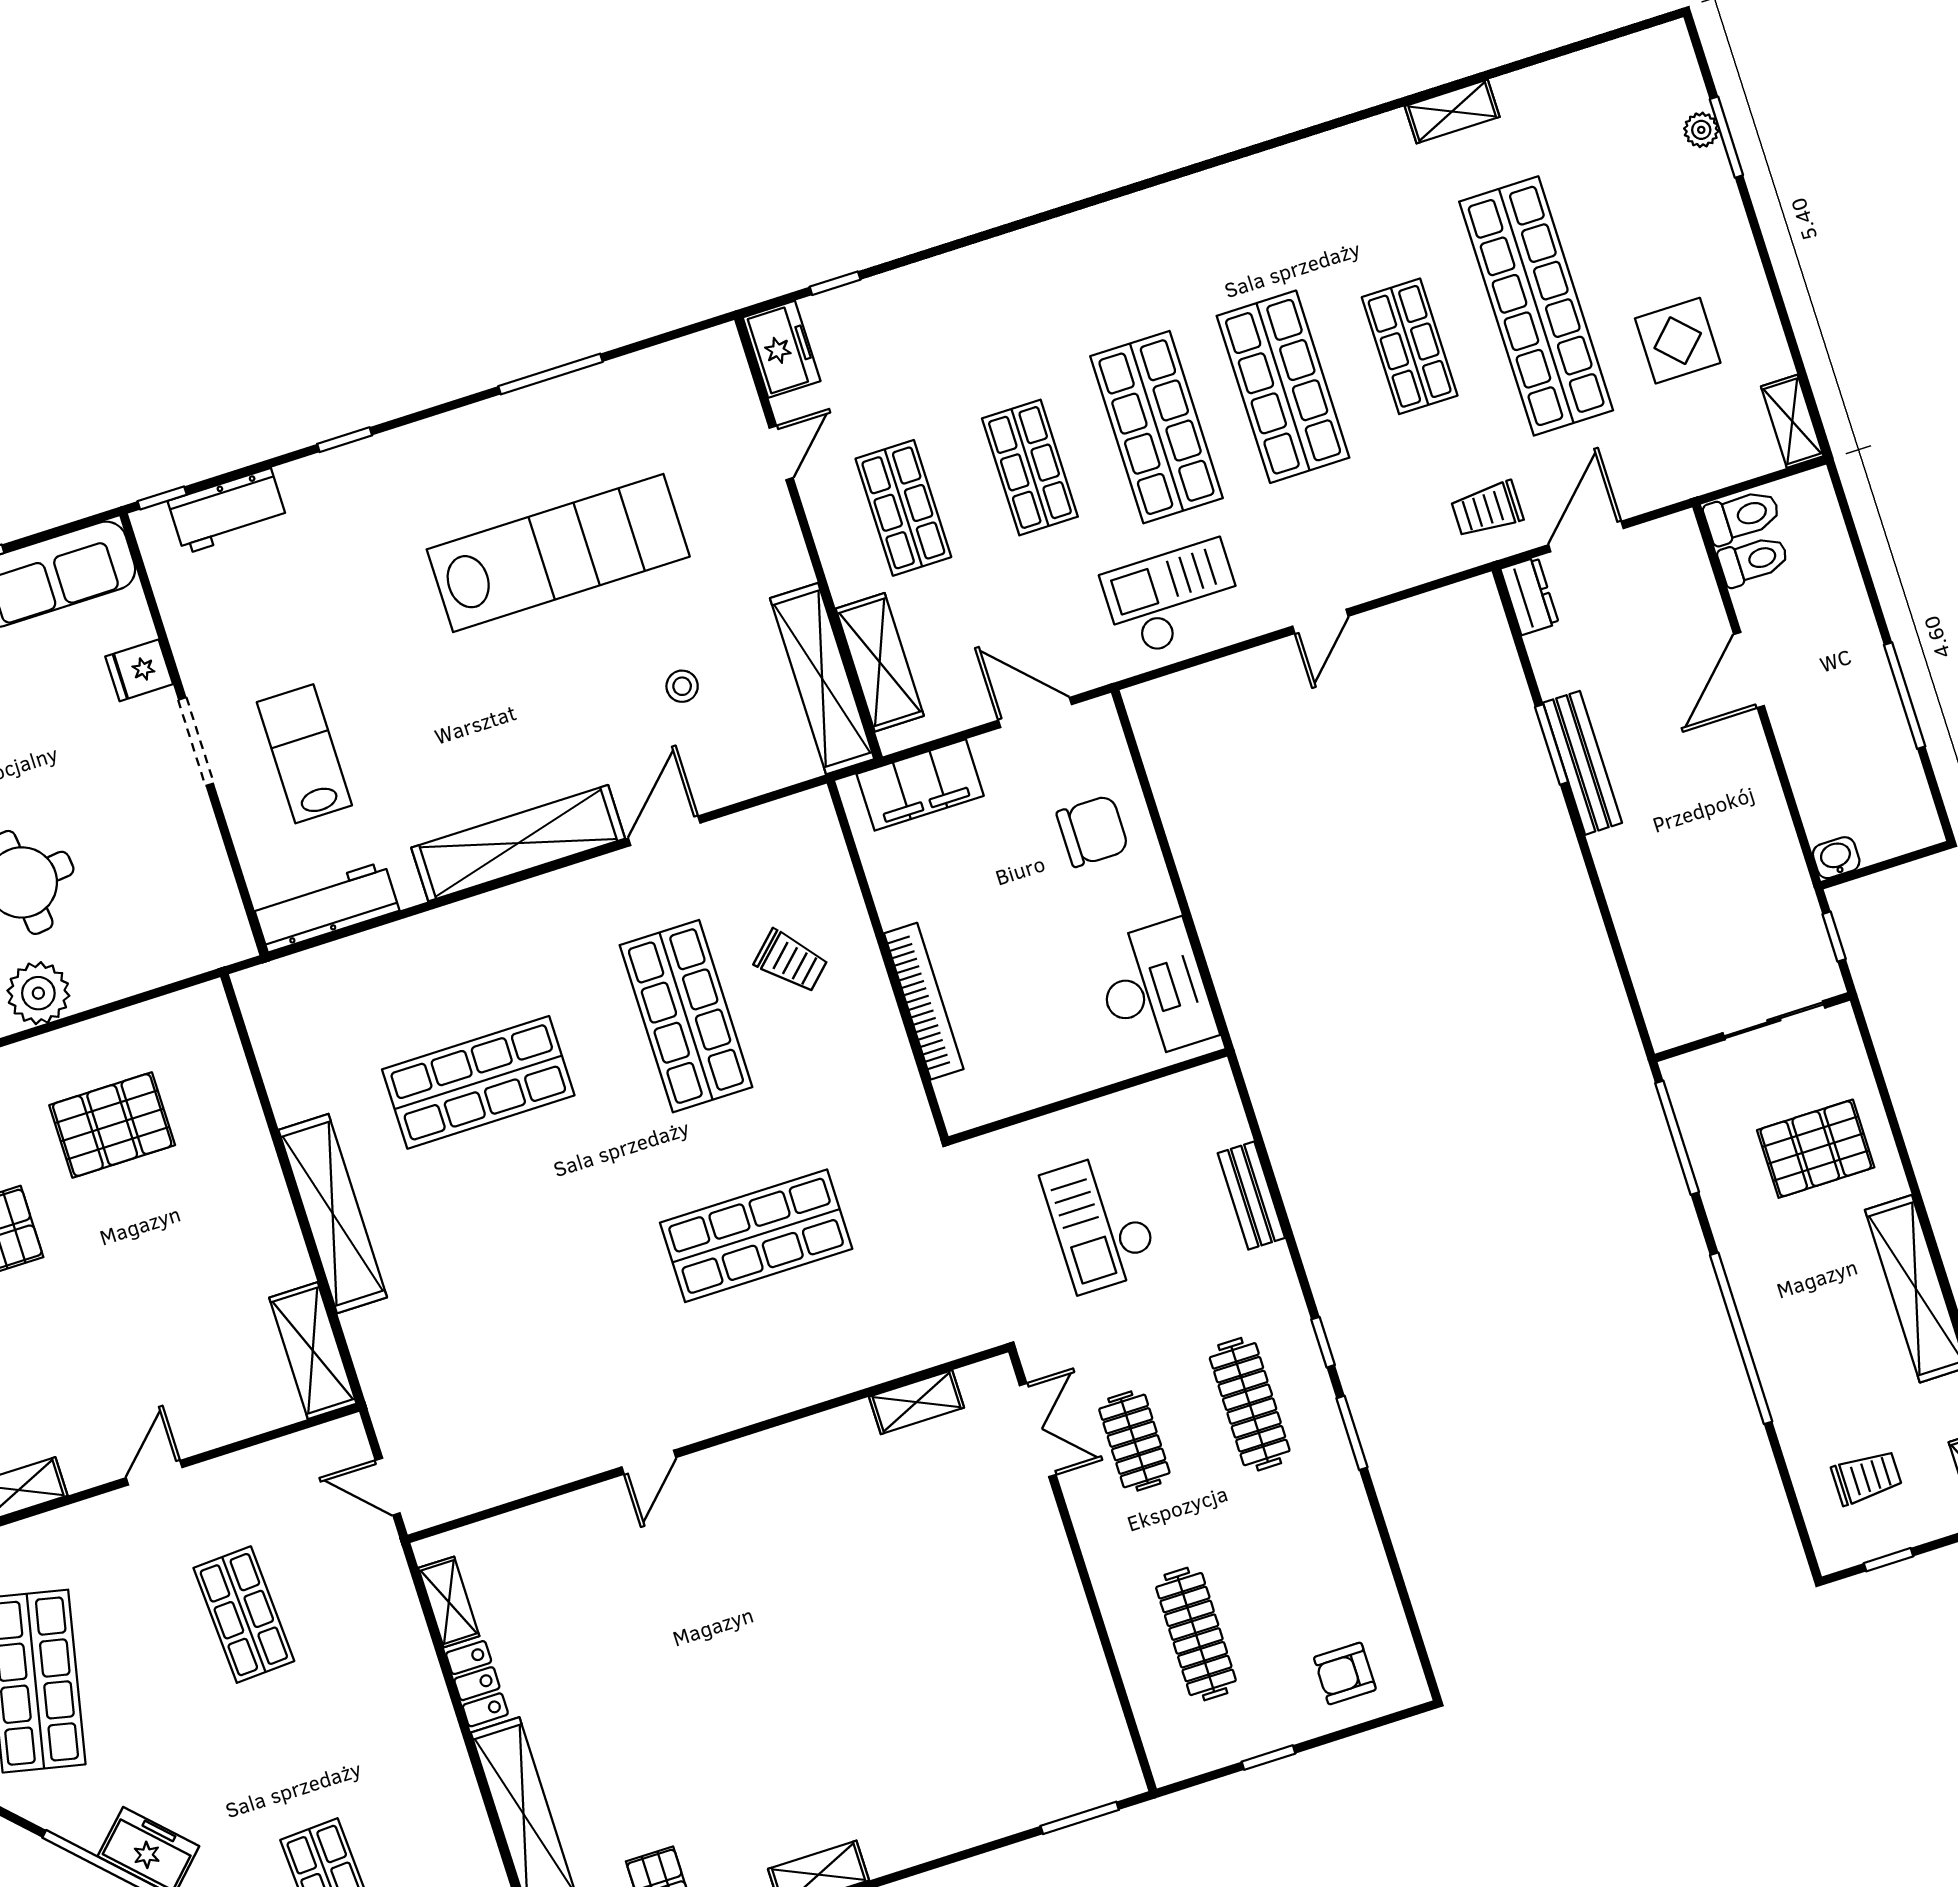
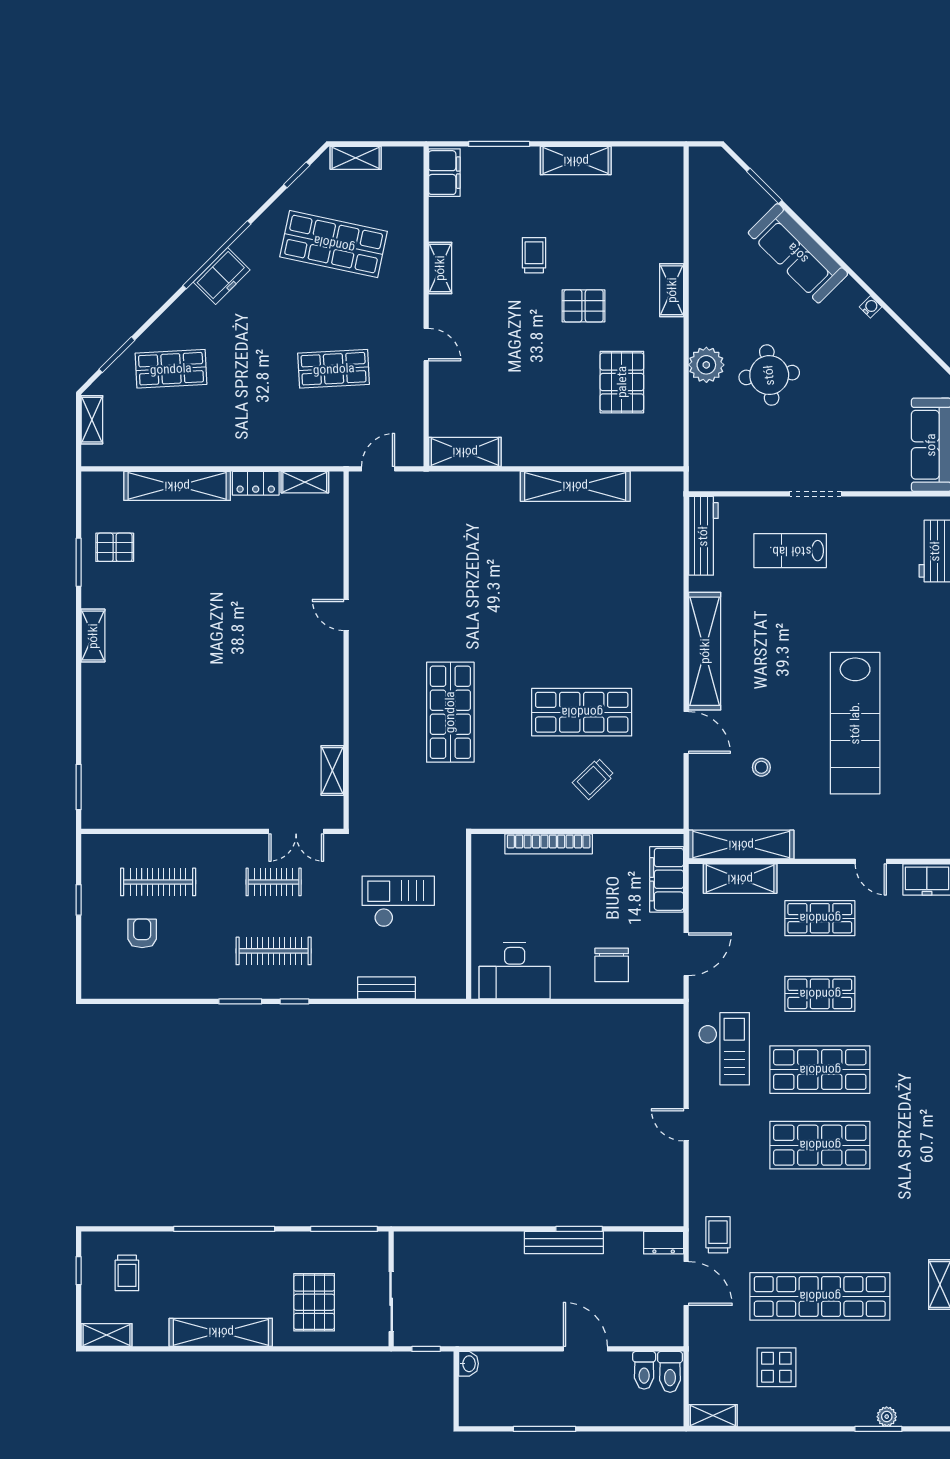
shop shelf: (1410, 346) -> (820, 1221), removed
fridge: (139, 670) -> (864, 475), removed
lab bench: (304, 754) -> (790, 551), turned 180
shop shelf: (478, 1082) -> (582, 588), removed
shelving: (333, 1214) -> (575, 486), moved
armchair: (1345, 1673) -> (142, 933), moved

